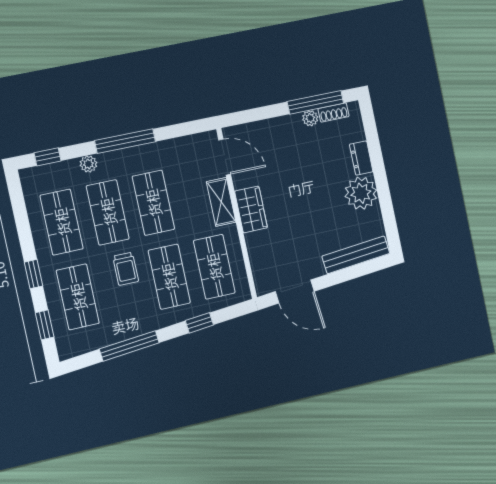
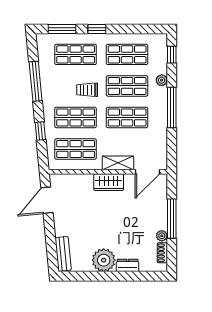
window: (315, 102) -> (172, 219), moved
bench: (356, 255) -> (63, 254), width x0.73
window: (45, 325) -> (62, 29), width x1.50

